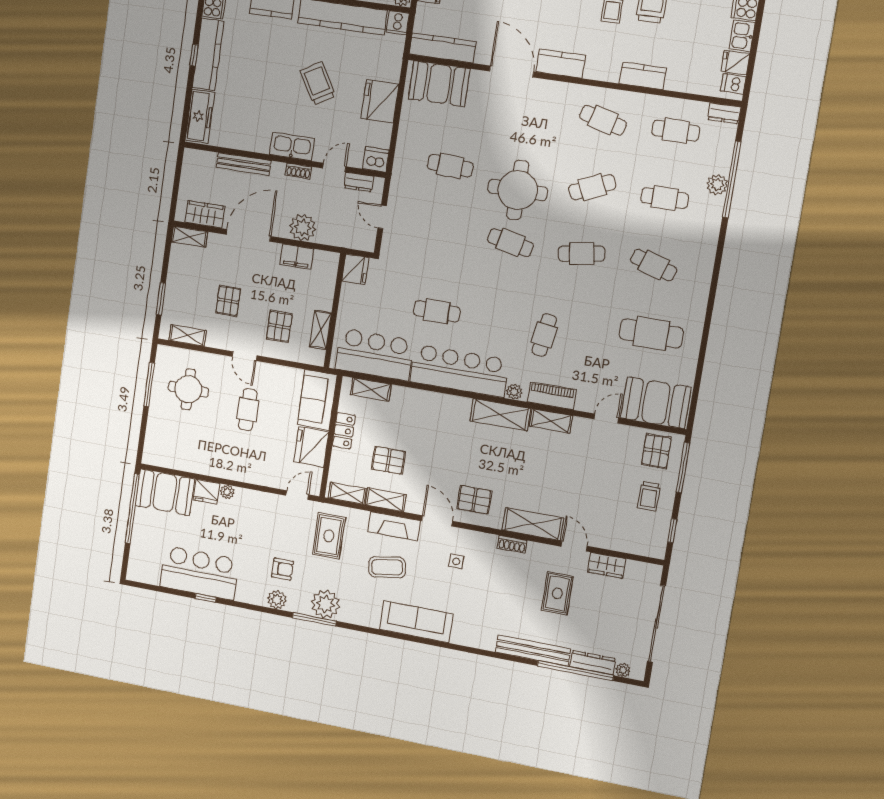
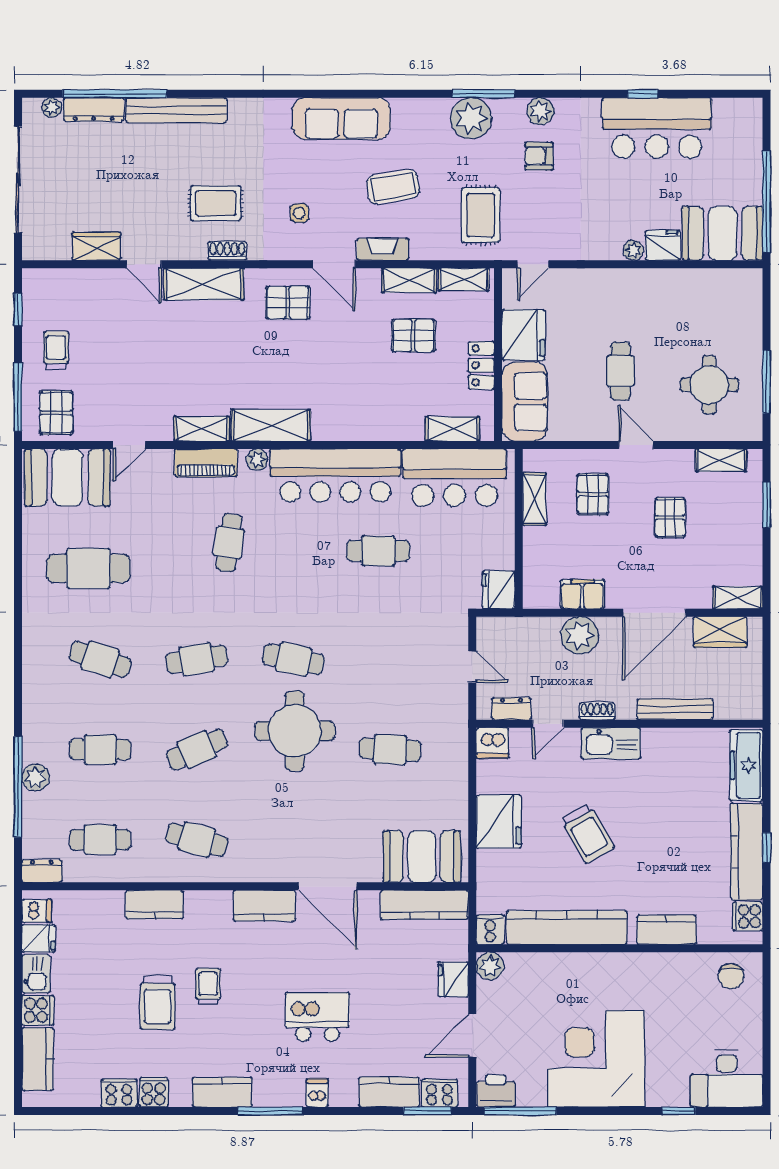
fireplace: (394, 526) -> (383, 249), width x0.73, depth x0.76
rug: (557, 593) -> (216, 203), moved, turned 90

